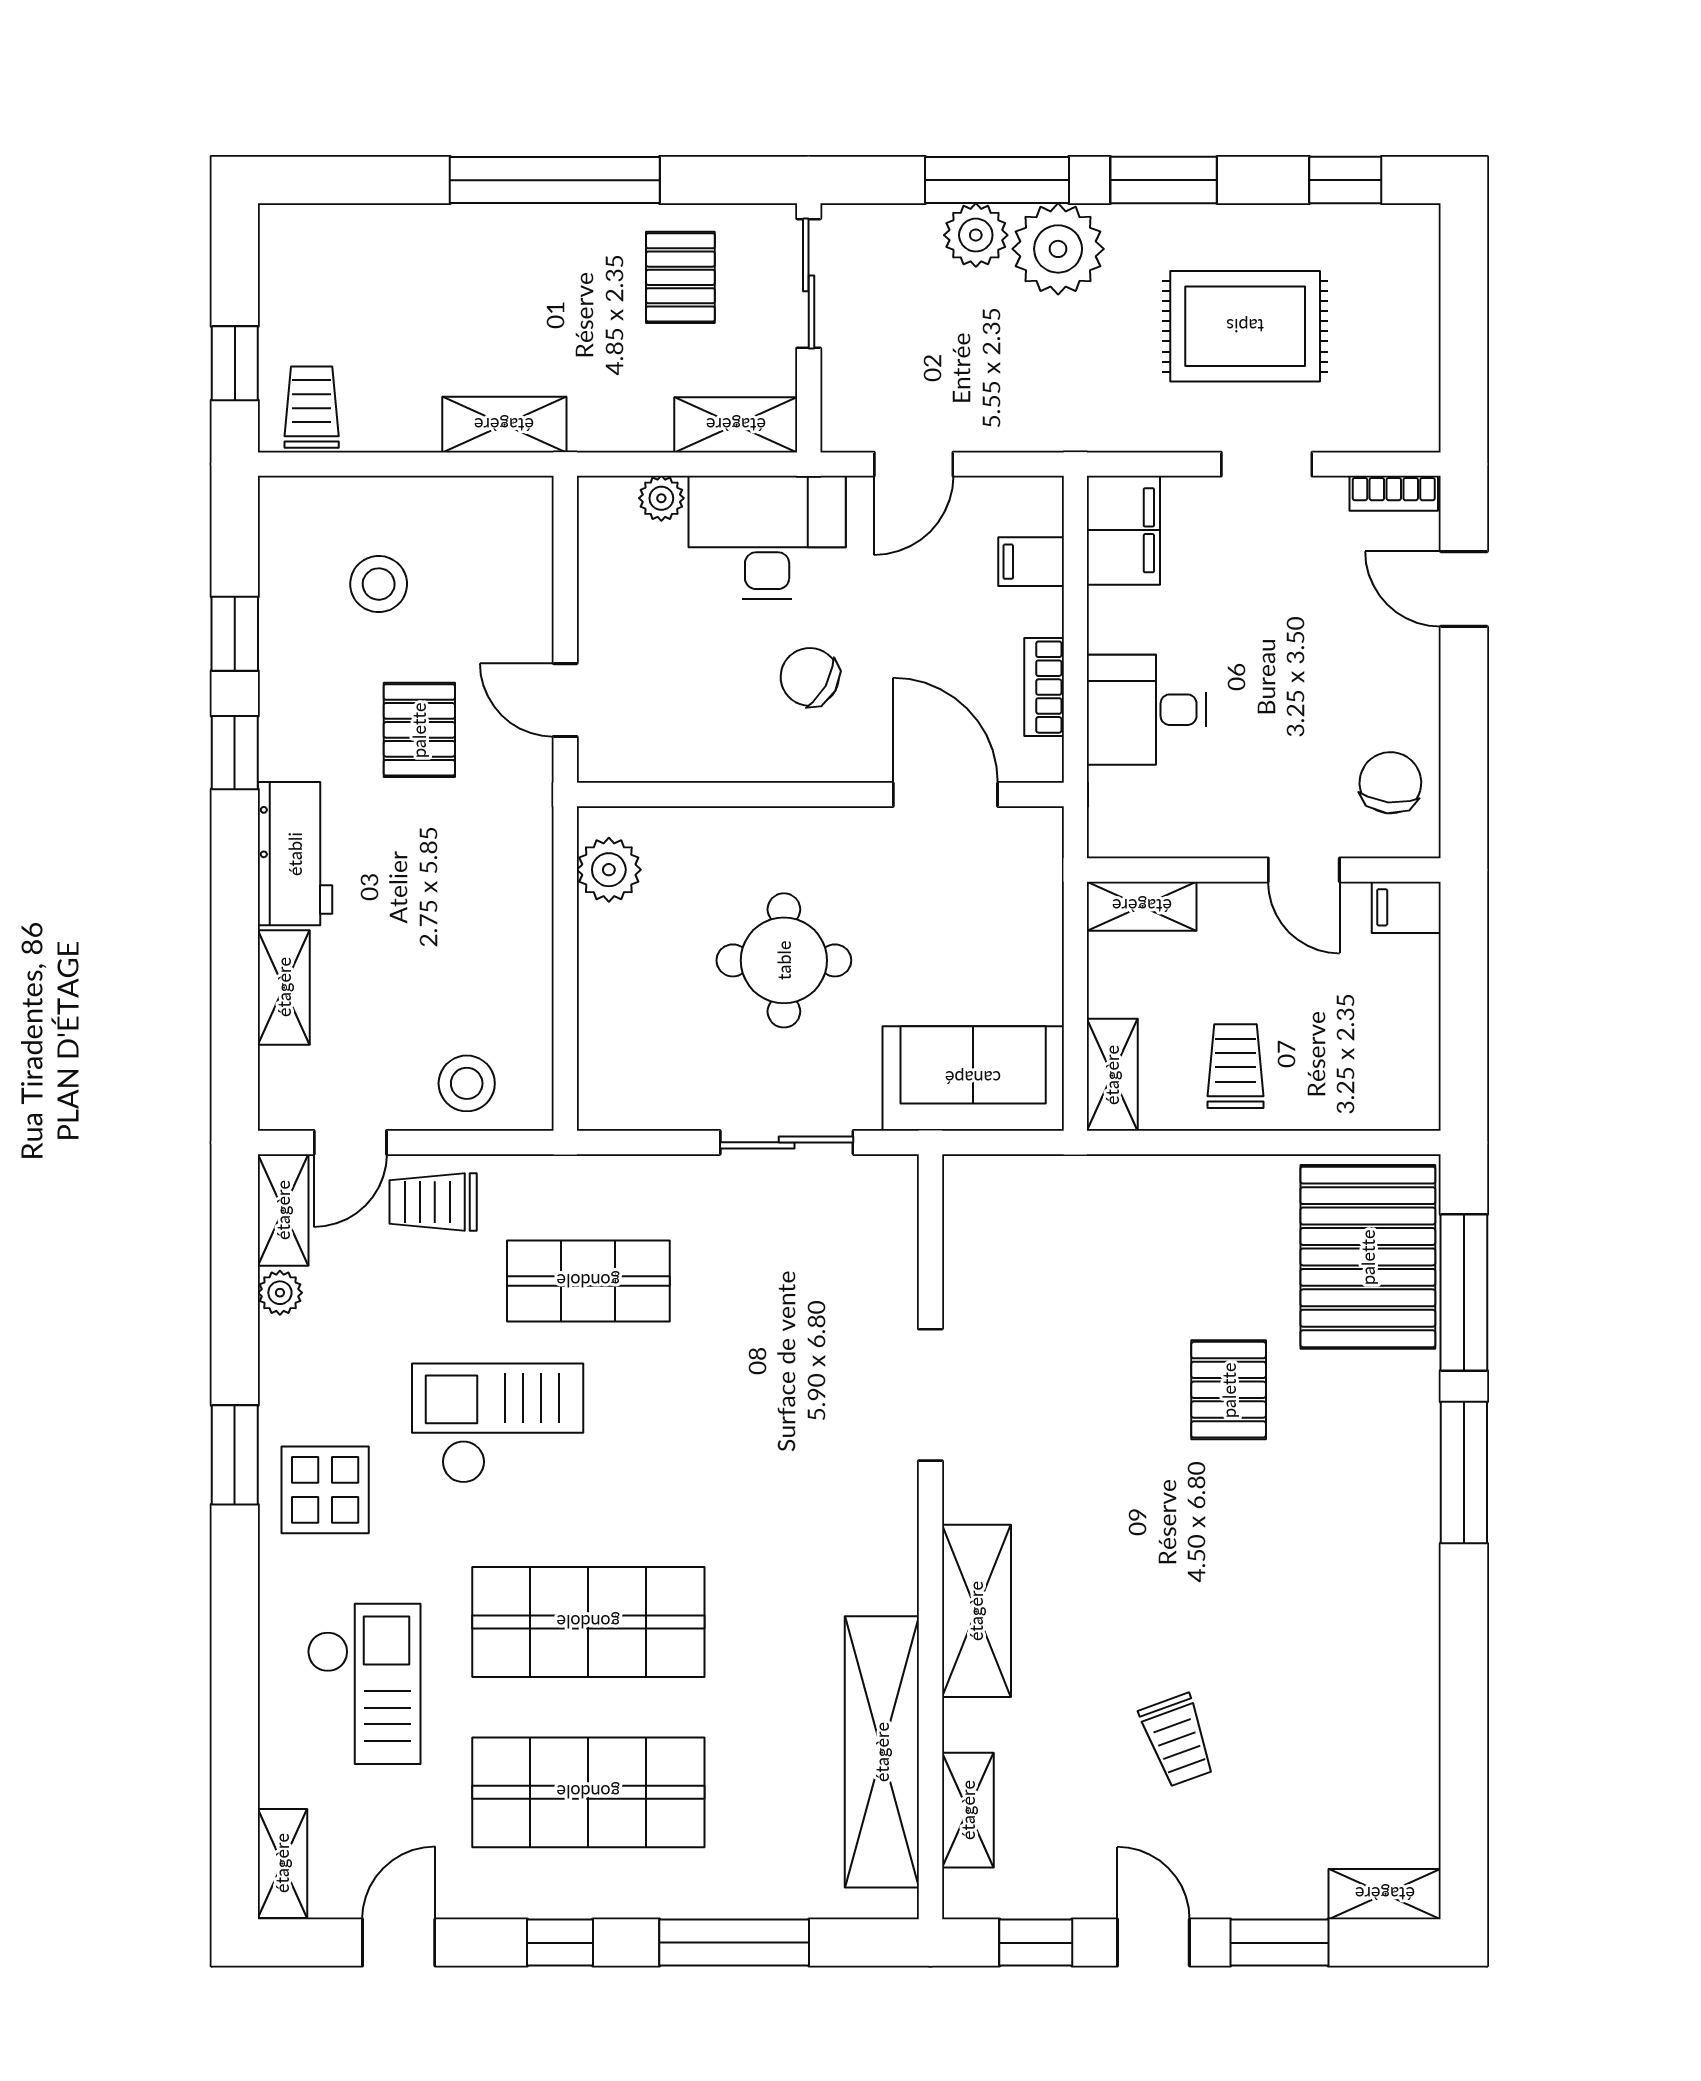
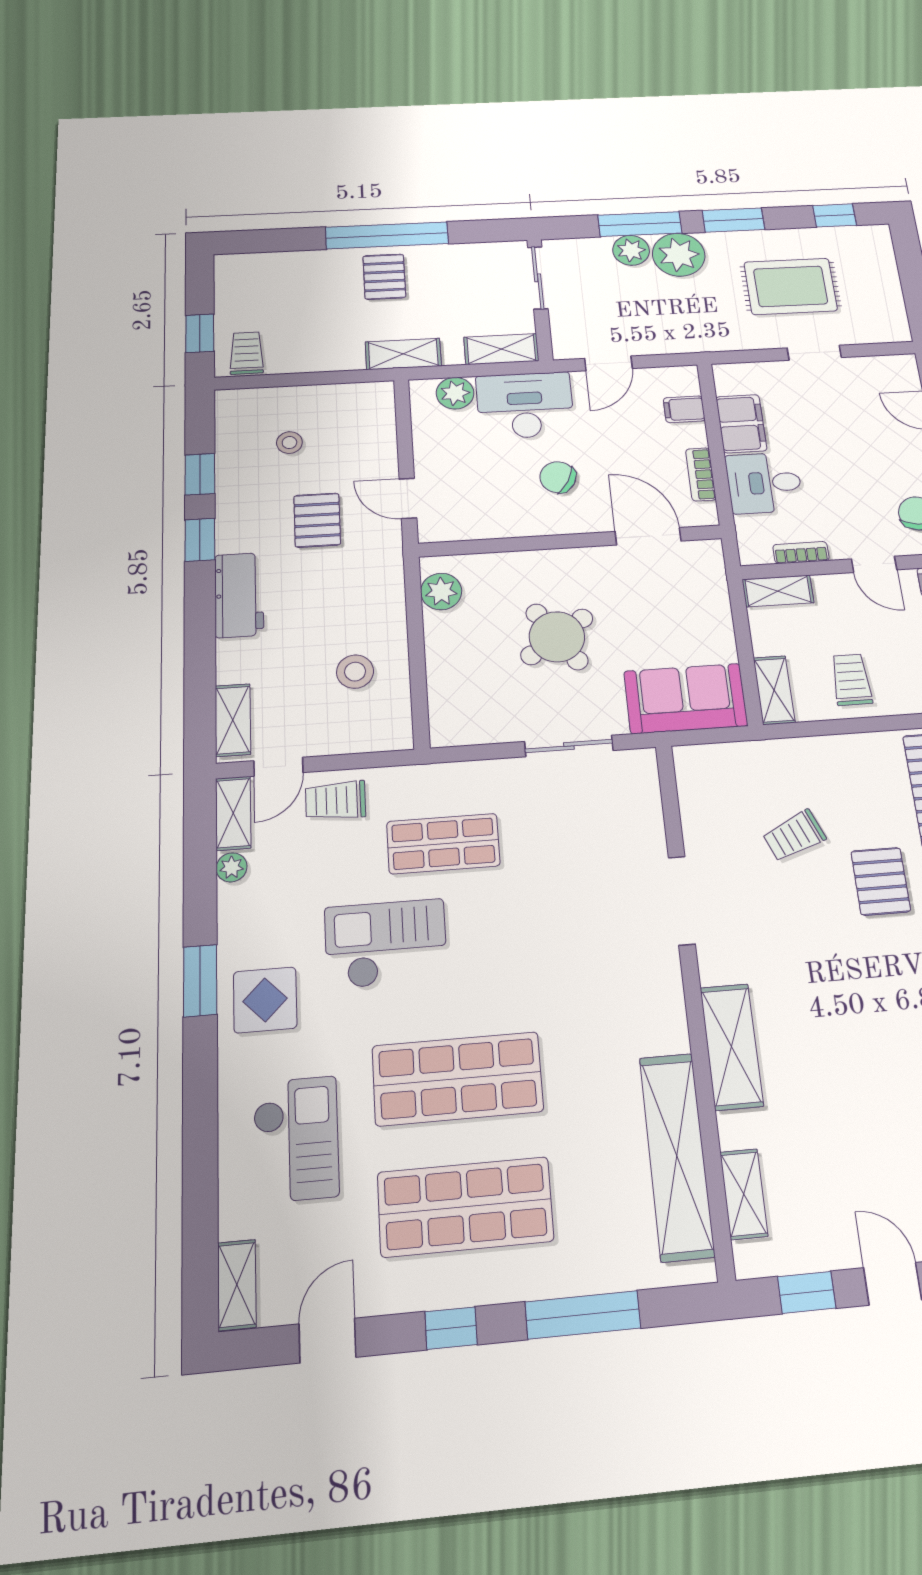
pallet: (680, 277) -> (384, 277), moved
shelving: (504, 425) -> (403, 354), moved
bookcase: (1394, 493) -> (801, 553), moved, turned 180
plant: (661, 498) -> (455, 393), width x1.38, depth x1.38
filing cabinet: (1123, 530) -> (741, 424), moved
stool: (379, 584) -> (289, 443), width x0.73, depth x0.73
round table: (784, 960) -> (557, 637), turned -34
shelving: (284, 987) -> (233, 720), moved
stool: (467, 1083) -> (355, 672), moved
trolley: (1177, 1740) -> (794, 836), moved, turned 87

